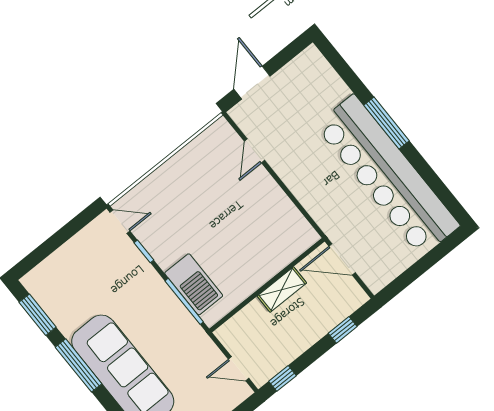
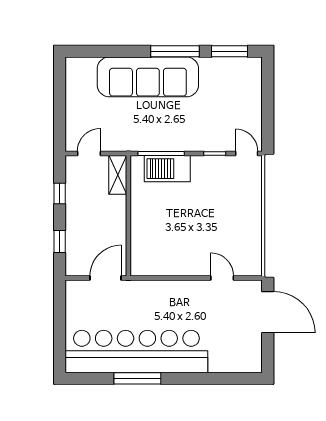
door: (252, 83) -> (268, 312), width x1.36
window: (386, 123) -> (137, 378), moved
door: (120, 222) -> (247, 153), swing flipped
shelving: (282, 290) -> (118, 175), moved
window: (283, 378) -> (60, 194), moved

